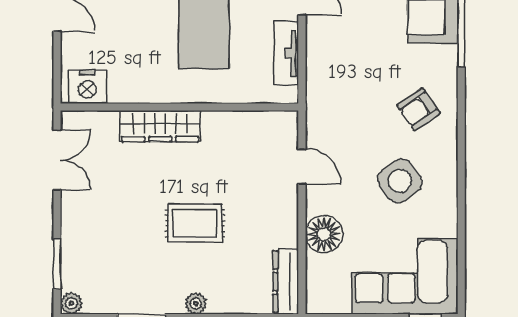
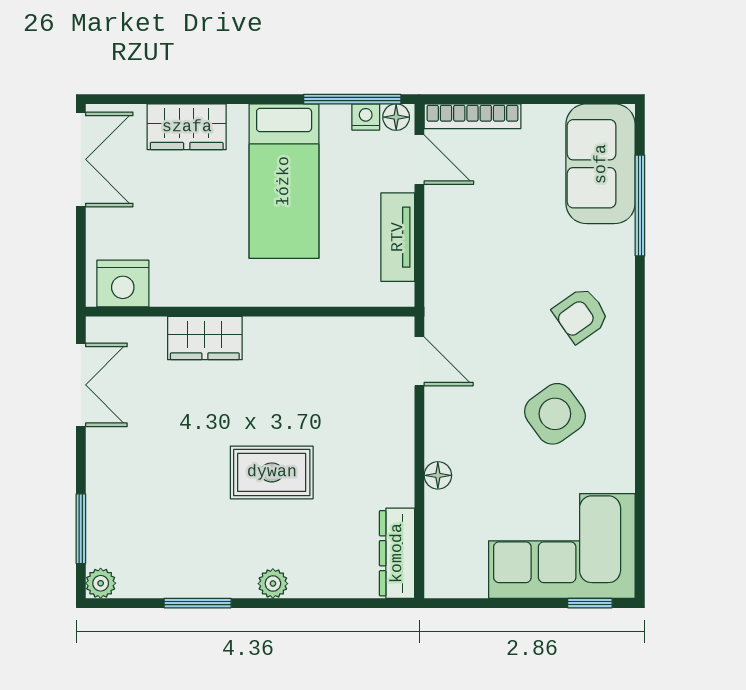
wardrobe: (160, 126) -> (205, 338), width x0.67
door: (302, 166) -> (419, 361), moved
floor lamp: (324, 234) -> (438, 475), width x0.53, depth x0.53

